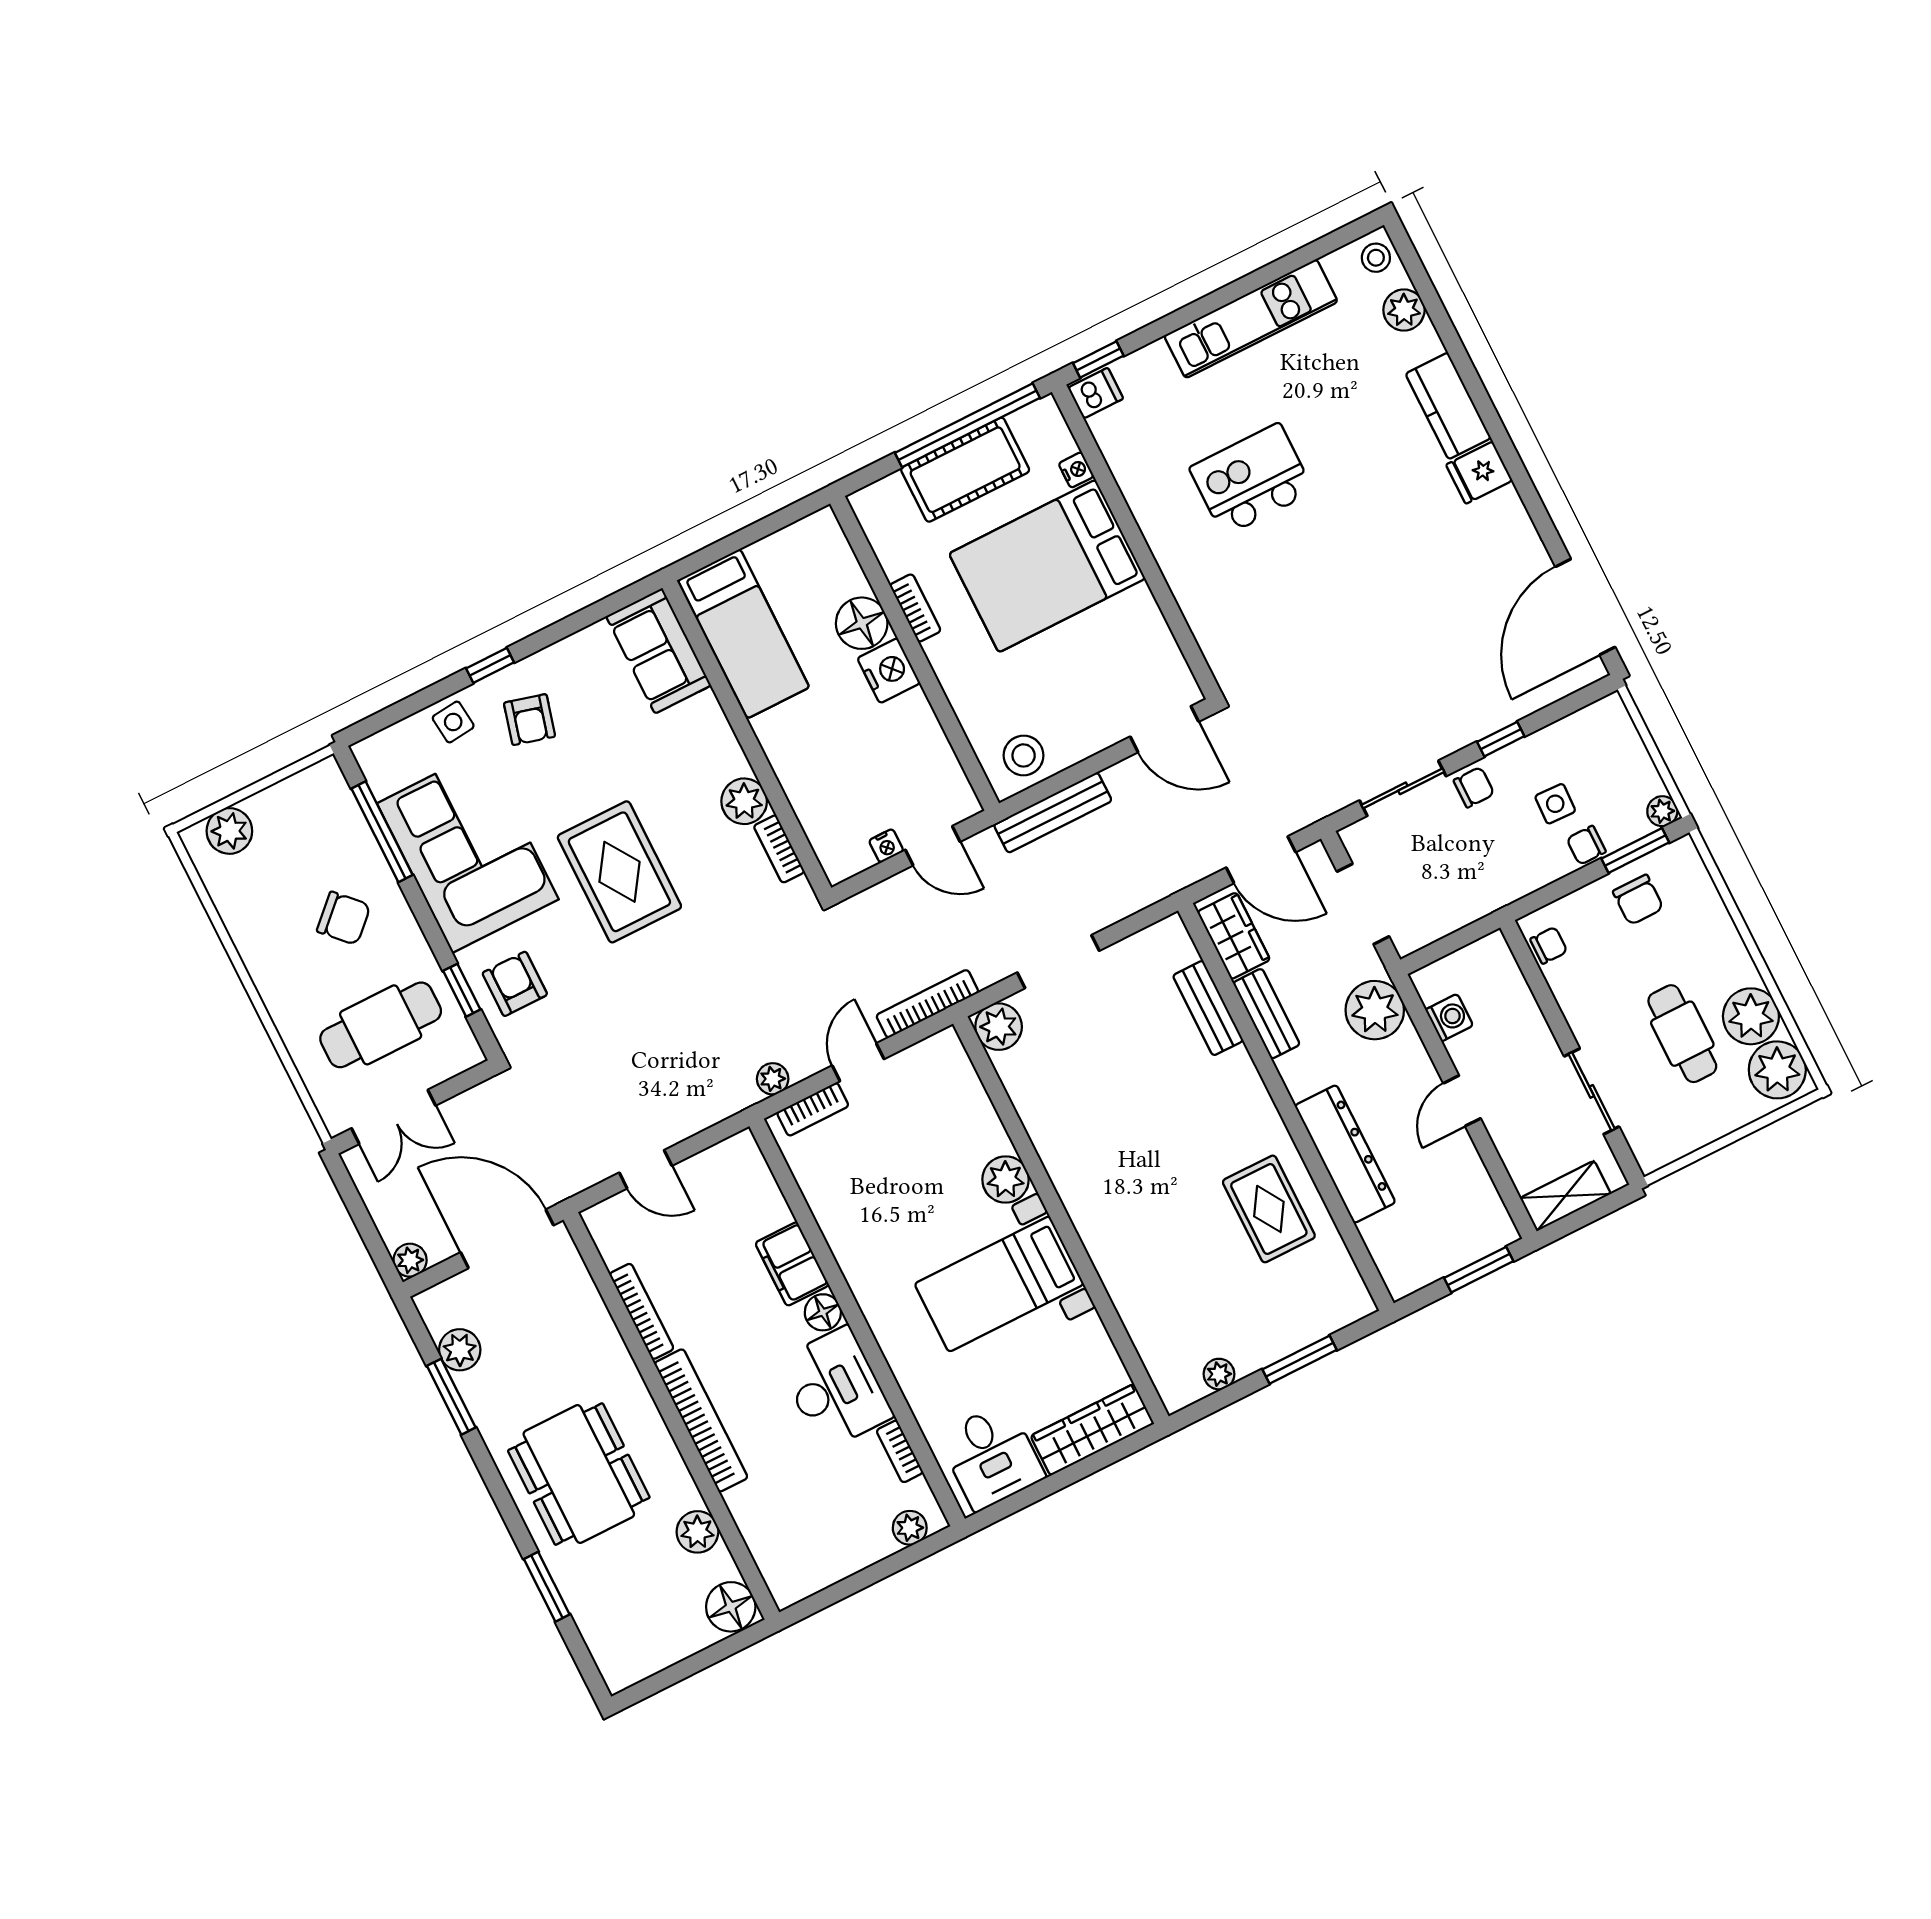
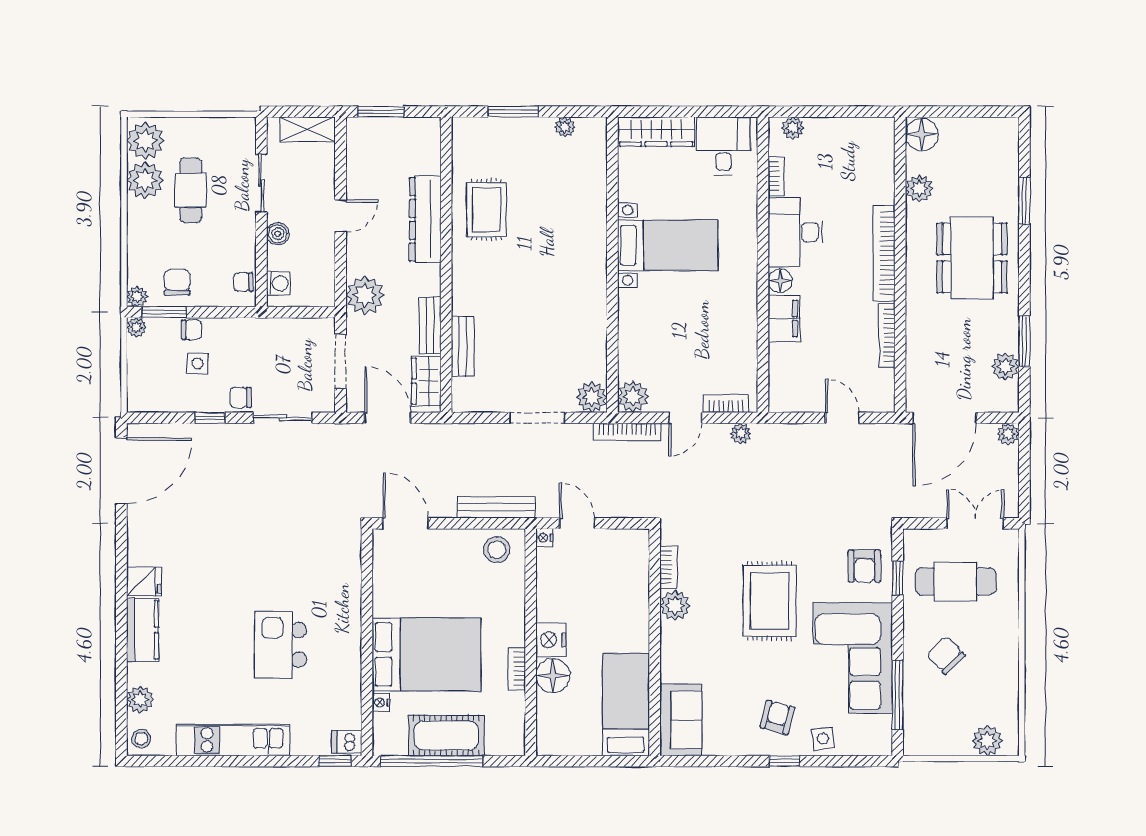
kitchen island: (1251, 480) -> (280, 645), turned 90
nightstand: (886, 846) -> (544, 538), moved, turned -90
plant: (1683, 853) -> (137, 297), added
washing machine: (1449, 1018) -> (278, 283), moved, turned 180
boiler: (1535, 1034) -> (278, 234), added
plant: (1006, 1179) -> (633, 396), moved
door: (507, 1239) -> (944, 418), hinge flipped

